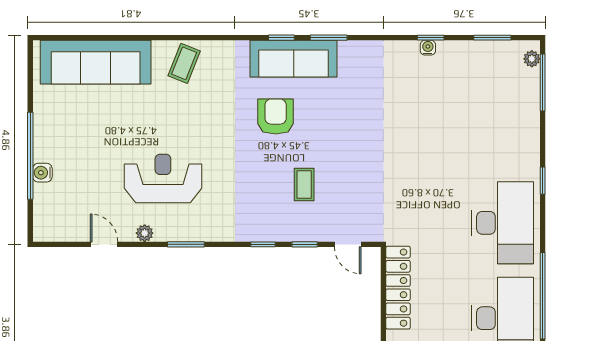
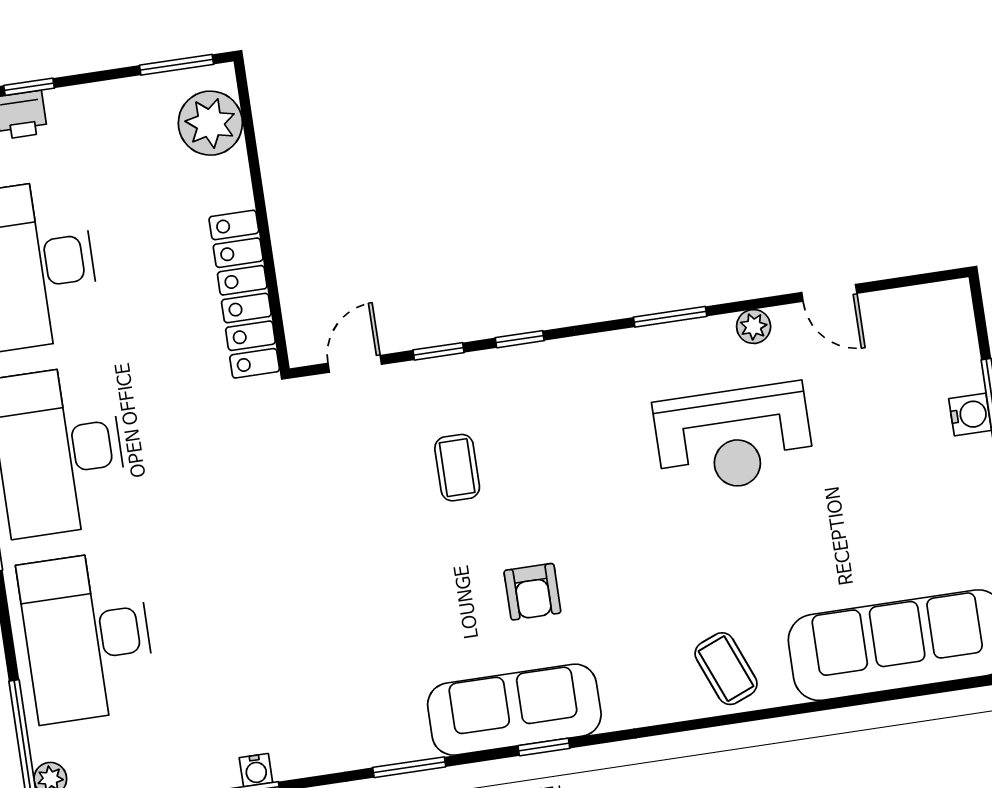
window: (329, 38) -> (409, 767), moved
coffee table: (184, 63) -> (726, 669), turned -44
armchair: (276, 117) -> (532, 592), width x0.72, depth x0.72
desk: (503, 127) -> (87, 637), added
door: (348, 244) -> (355, 364), hinge flipped

